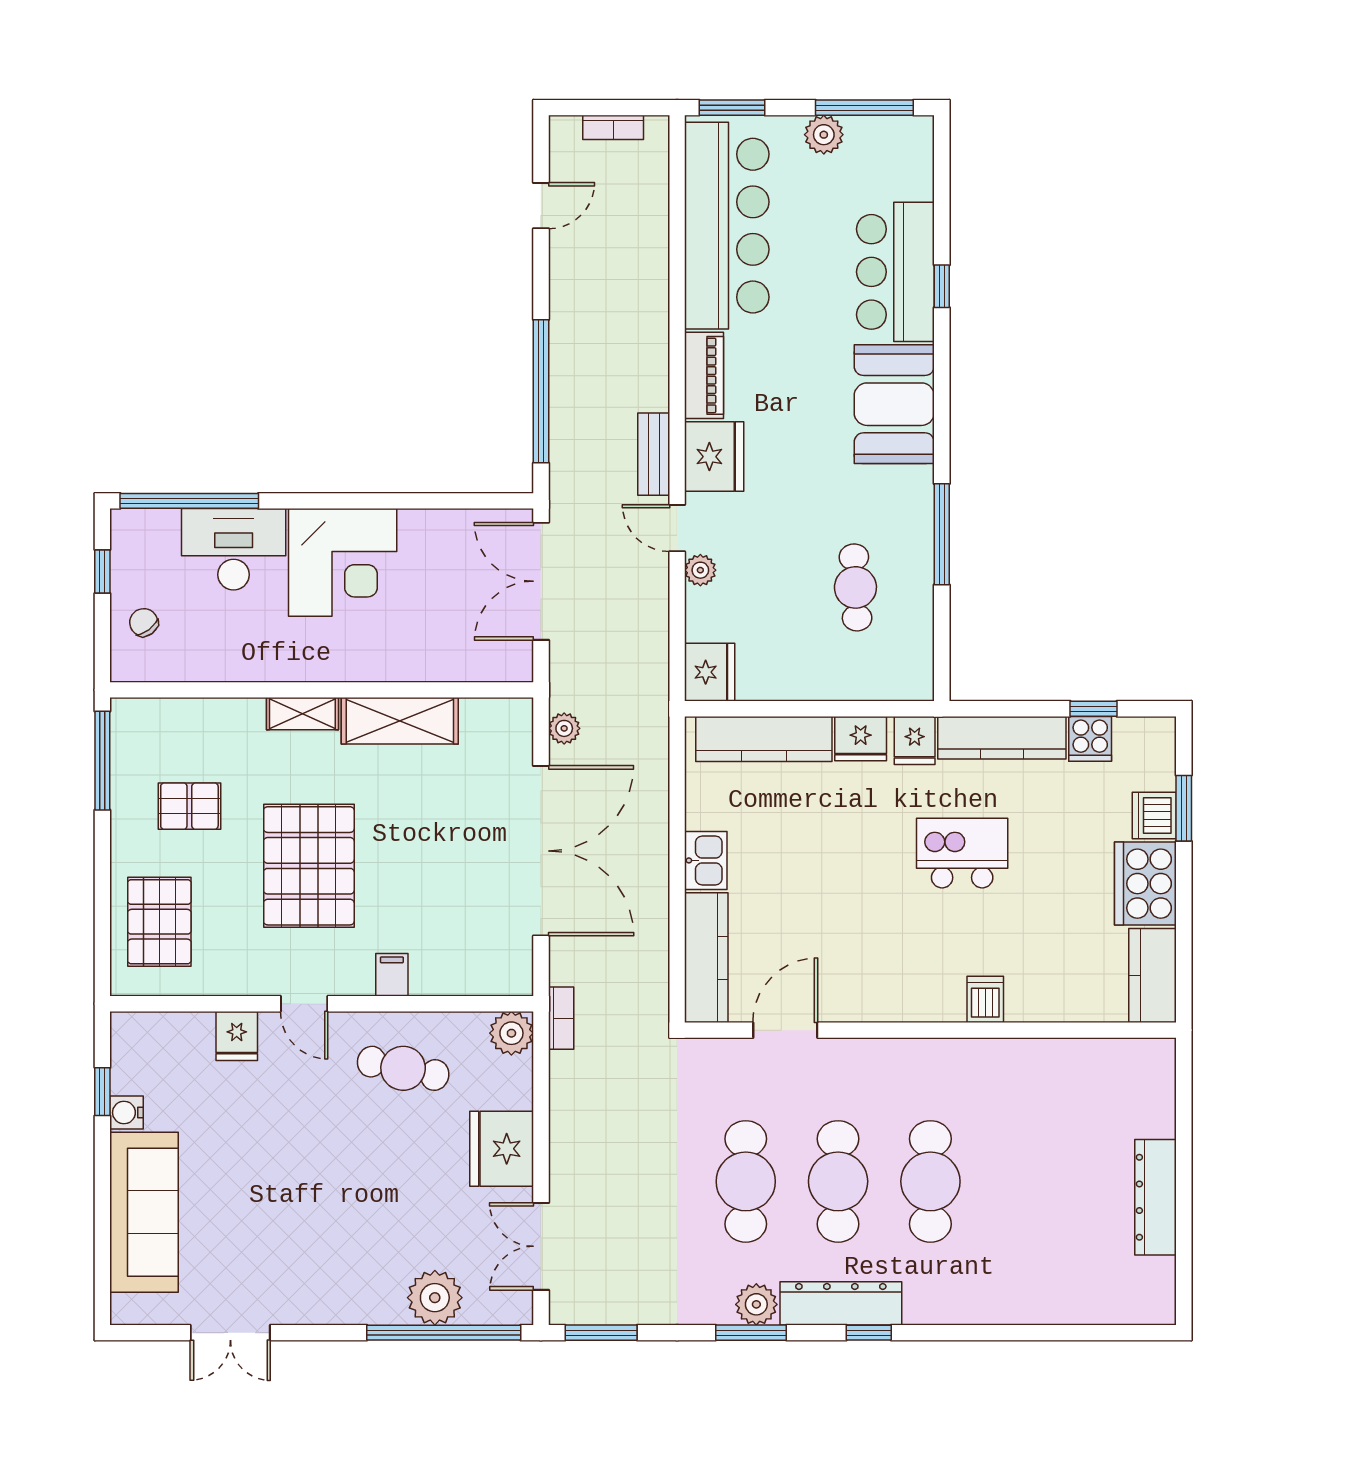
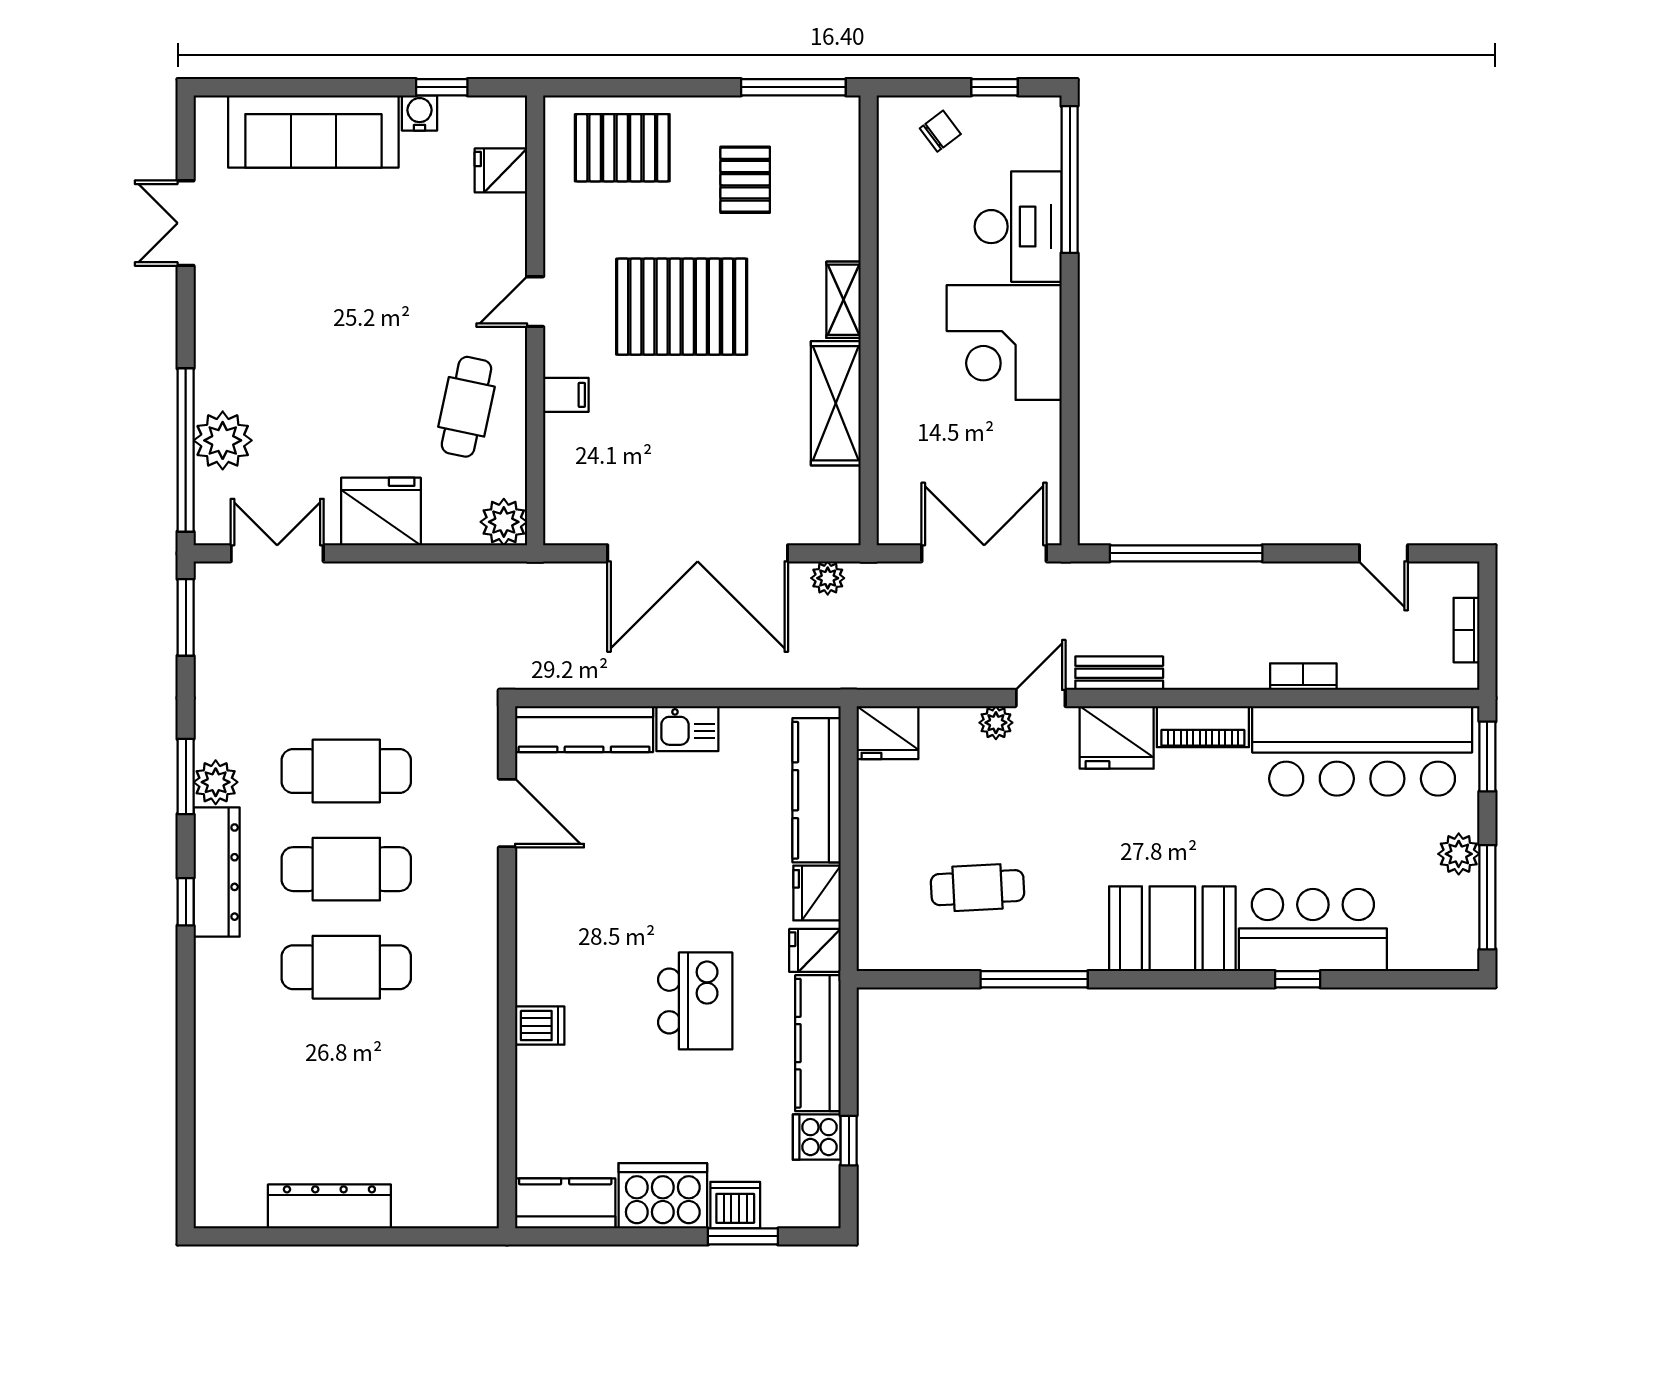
bookcase: (561, 1018) -> (1303, 677), moved, turned 180
fridge: (237, 1036) -> (501, 170), moved

